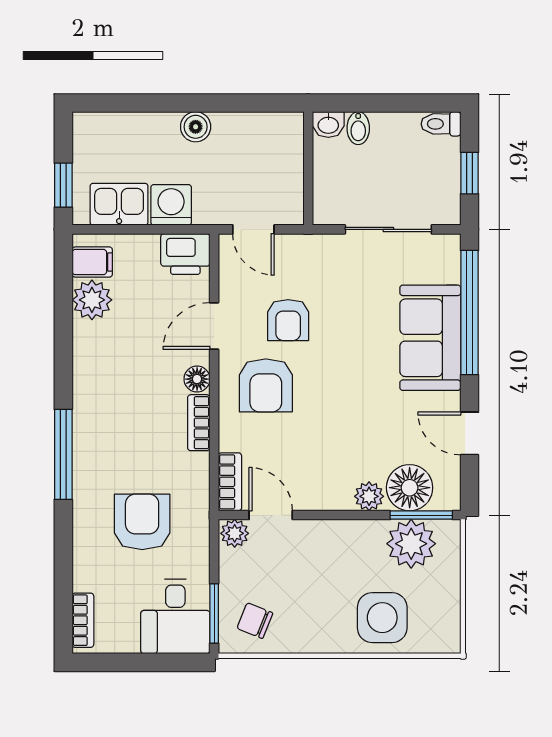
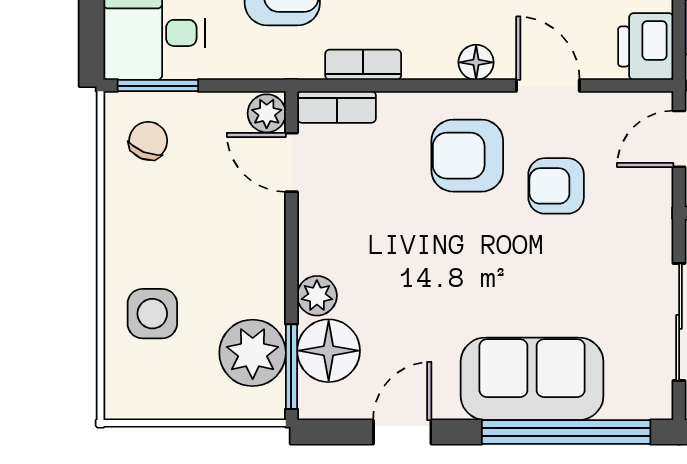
bookcase: (199, 423) -> (363, 65), moved
door: (271, 515) -> (291, 162), swing flipped
side table: (382, 618) -> (152, 314), width x0.73, depth x0.73

